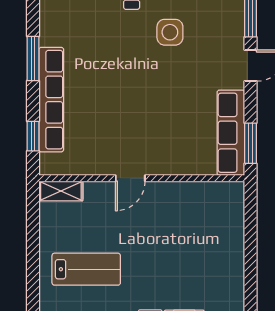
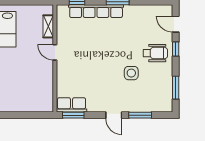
row of seats: (231, 133) -> (72, 105), width x0.68
shelving: (61, 191) -> (48, 26), moved

